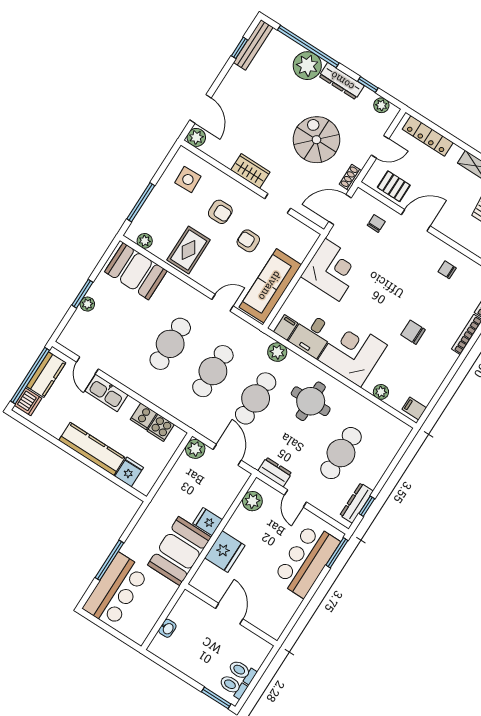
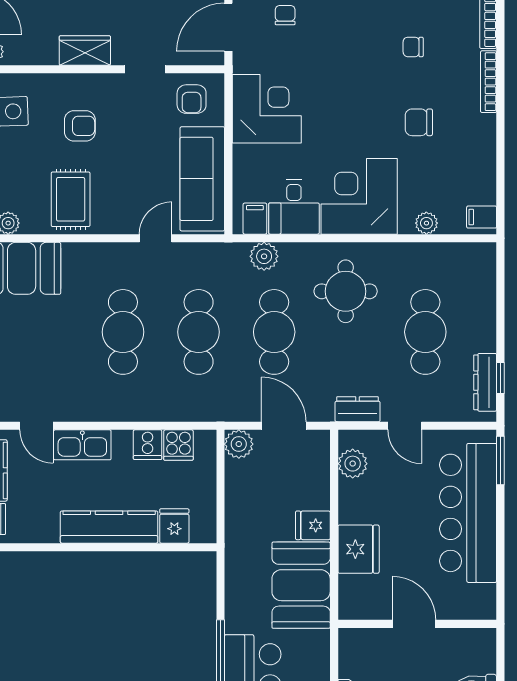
armchair: (248, 241) -> (192, 99), moved, turned -90
chair: (447, 270) -> (413, 47), moved
bar counter: (306, 560) -> (468, 513), width x1.36

